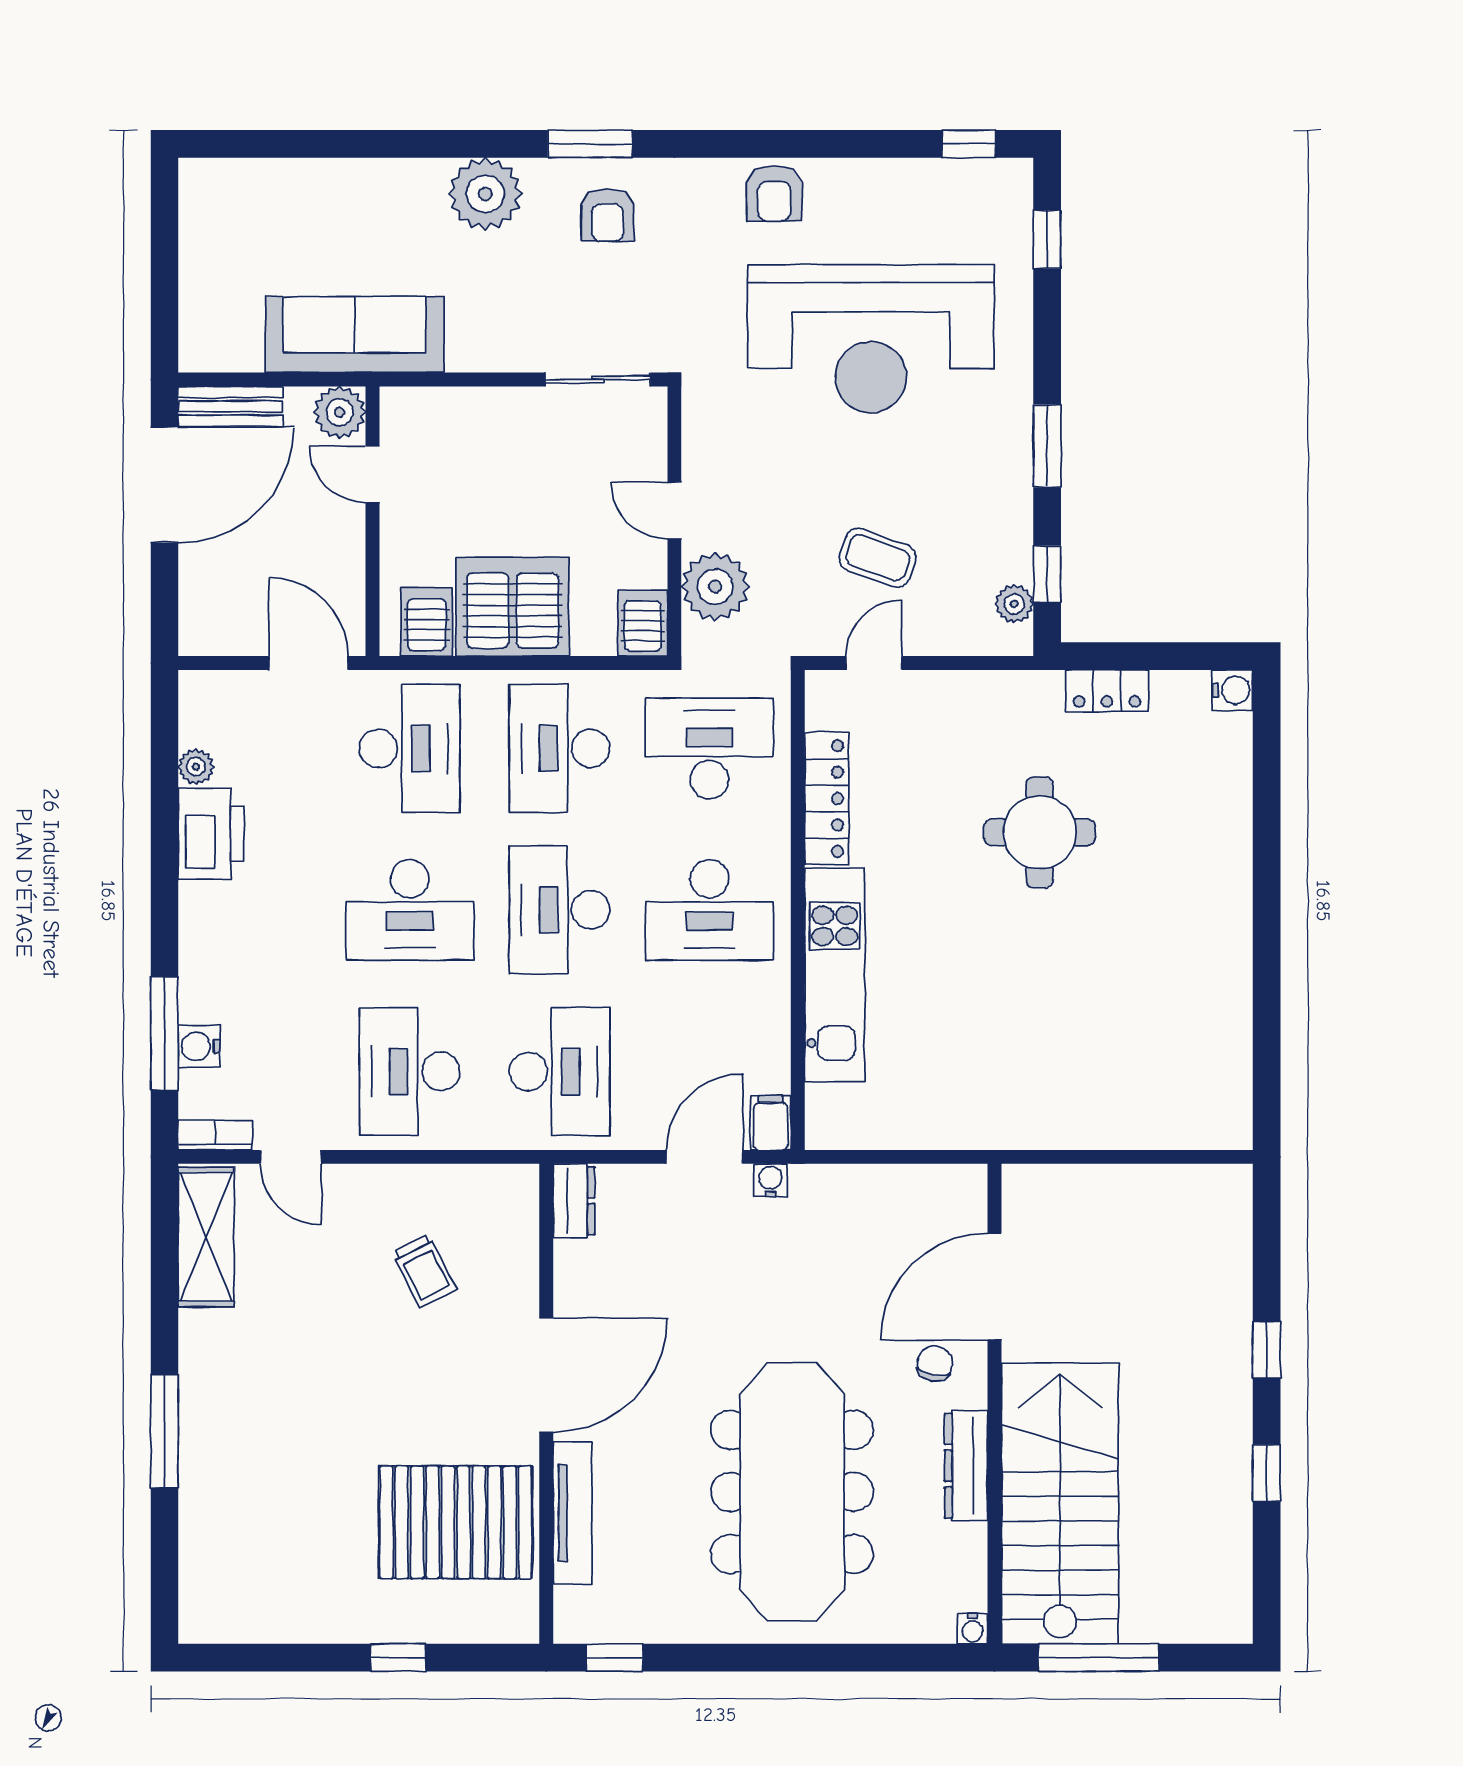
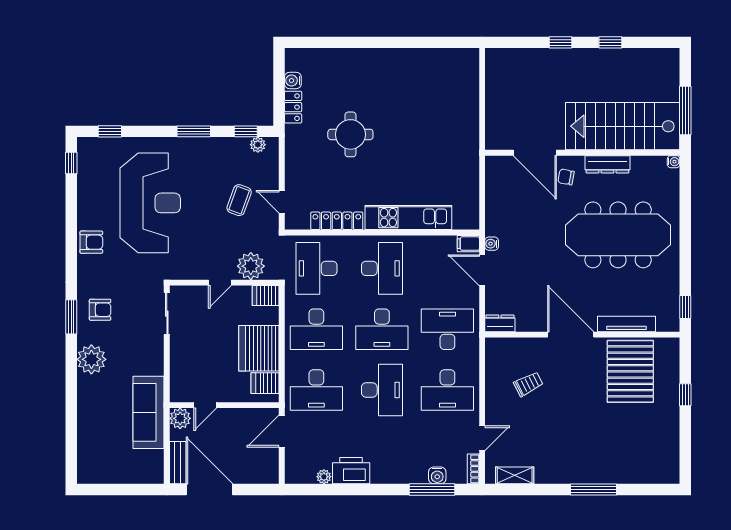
water cooler: (1232, 690) -> (293, 80), moved, turned -90
desk: (410, 748) -> (316, 390), turned 180
shelving: (206, 1237) -> (515, 475), width x0.67, depth x0.75

